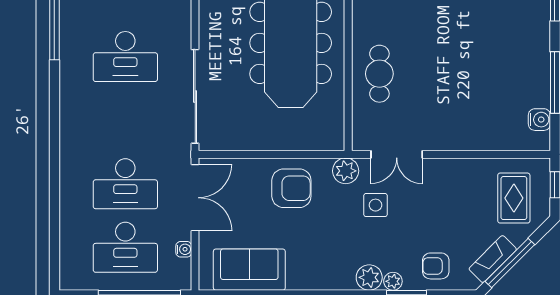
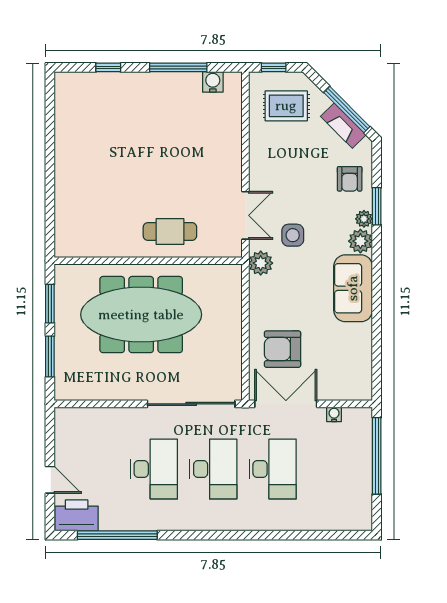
armchair: (291, 188) -> (282, 349), moved, turned -90
desk: (125, 247) -> (213, 469), moved
sofa: (249, 270) -> (353, 288), moved

